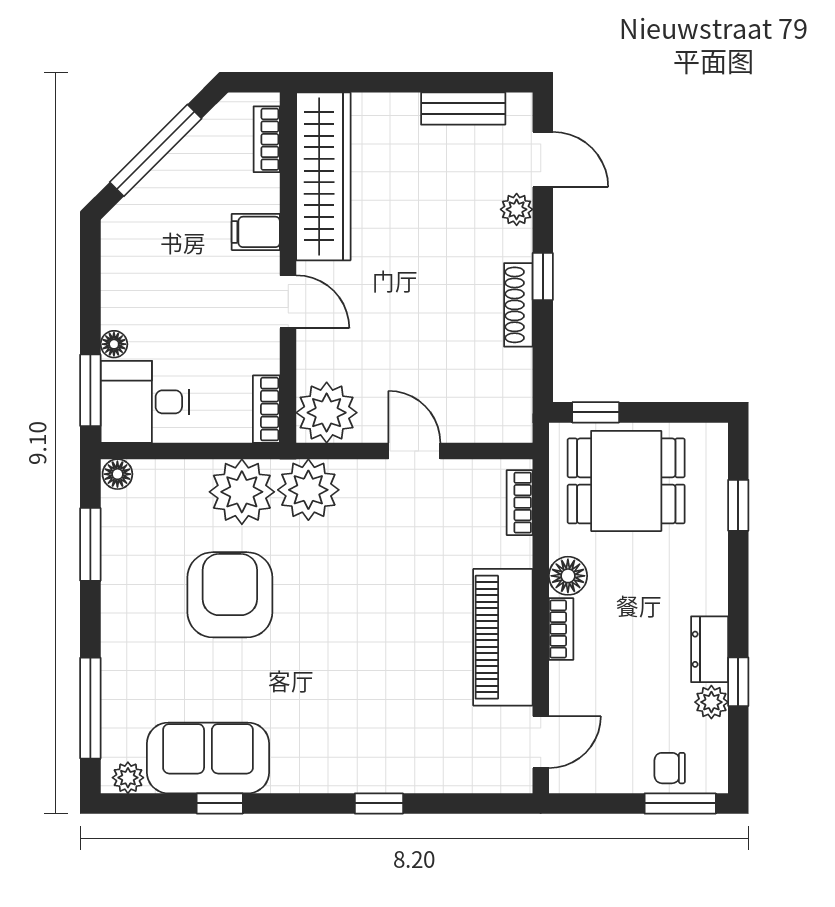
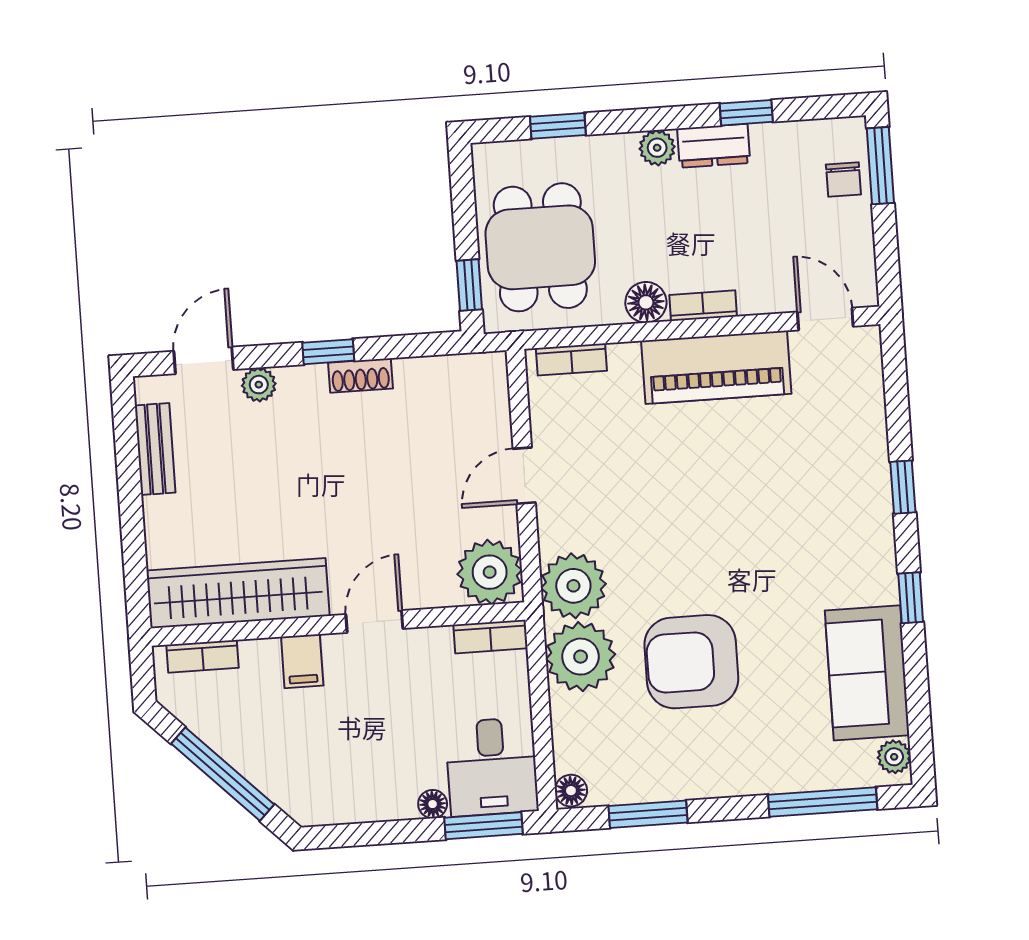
shoe rack: (518, 305) -> (360, 376), width x0.70
plant: (711, 702) -> (657, 148), moved
window: (220, 803) -> (911, 598), moved

